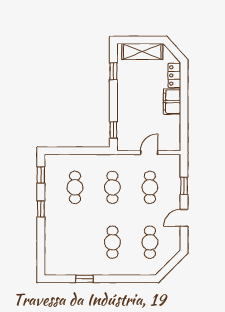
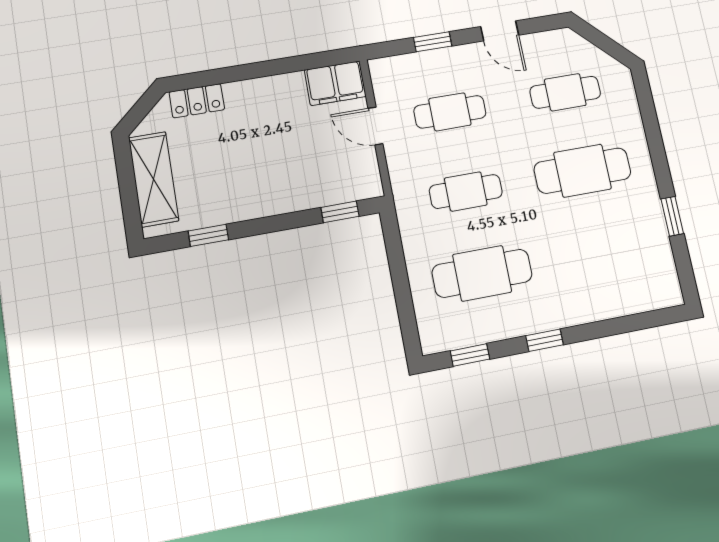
filing cabinet: (172, 102) -> (335, 83), moved
cafe table: (75, 187) -> (482, 273), width x1.37, depth x1.35
cafe table: (112, 242) -> (582, 171), width x1.37, depth x1.35

